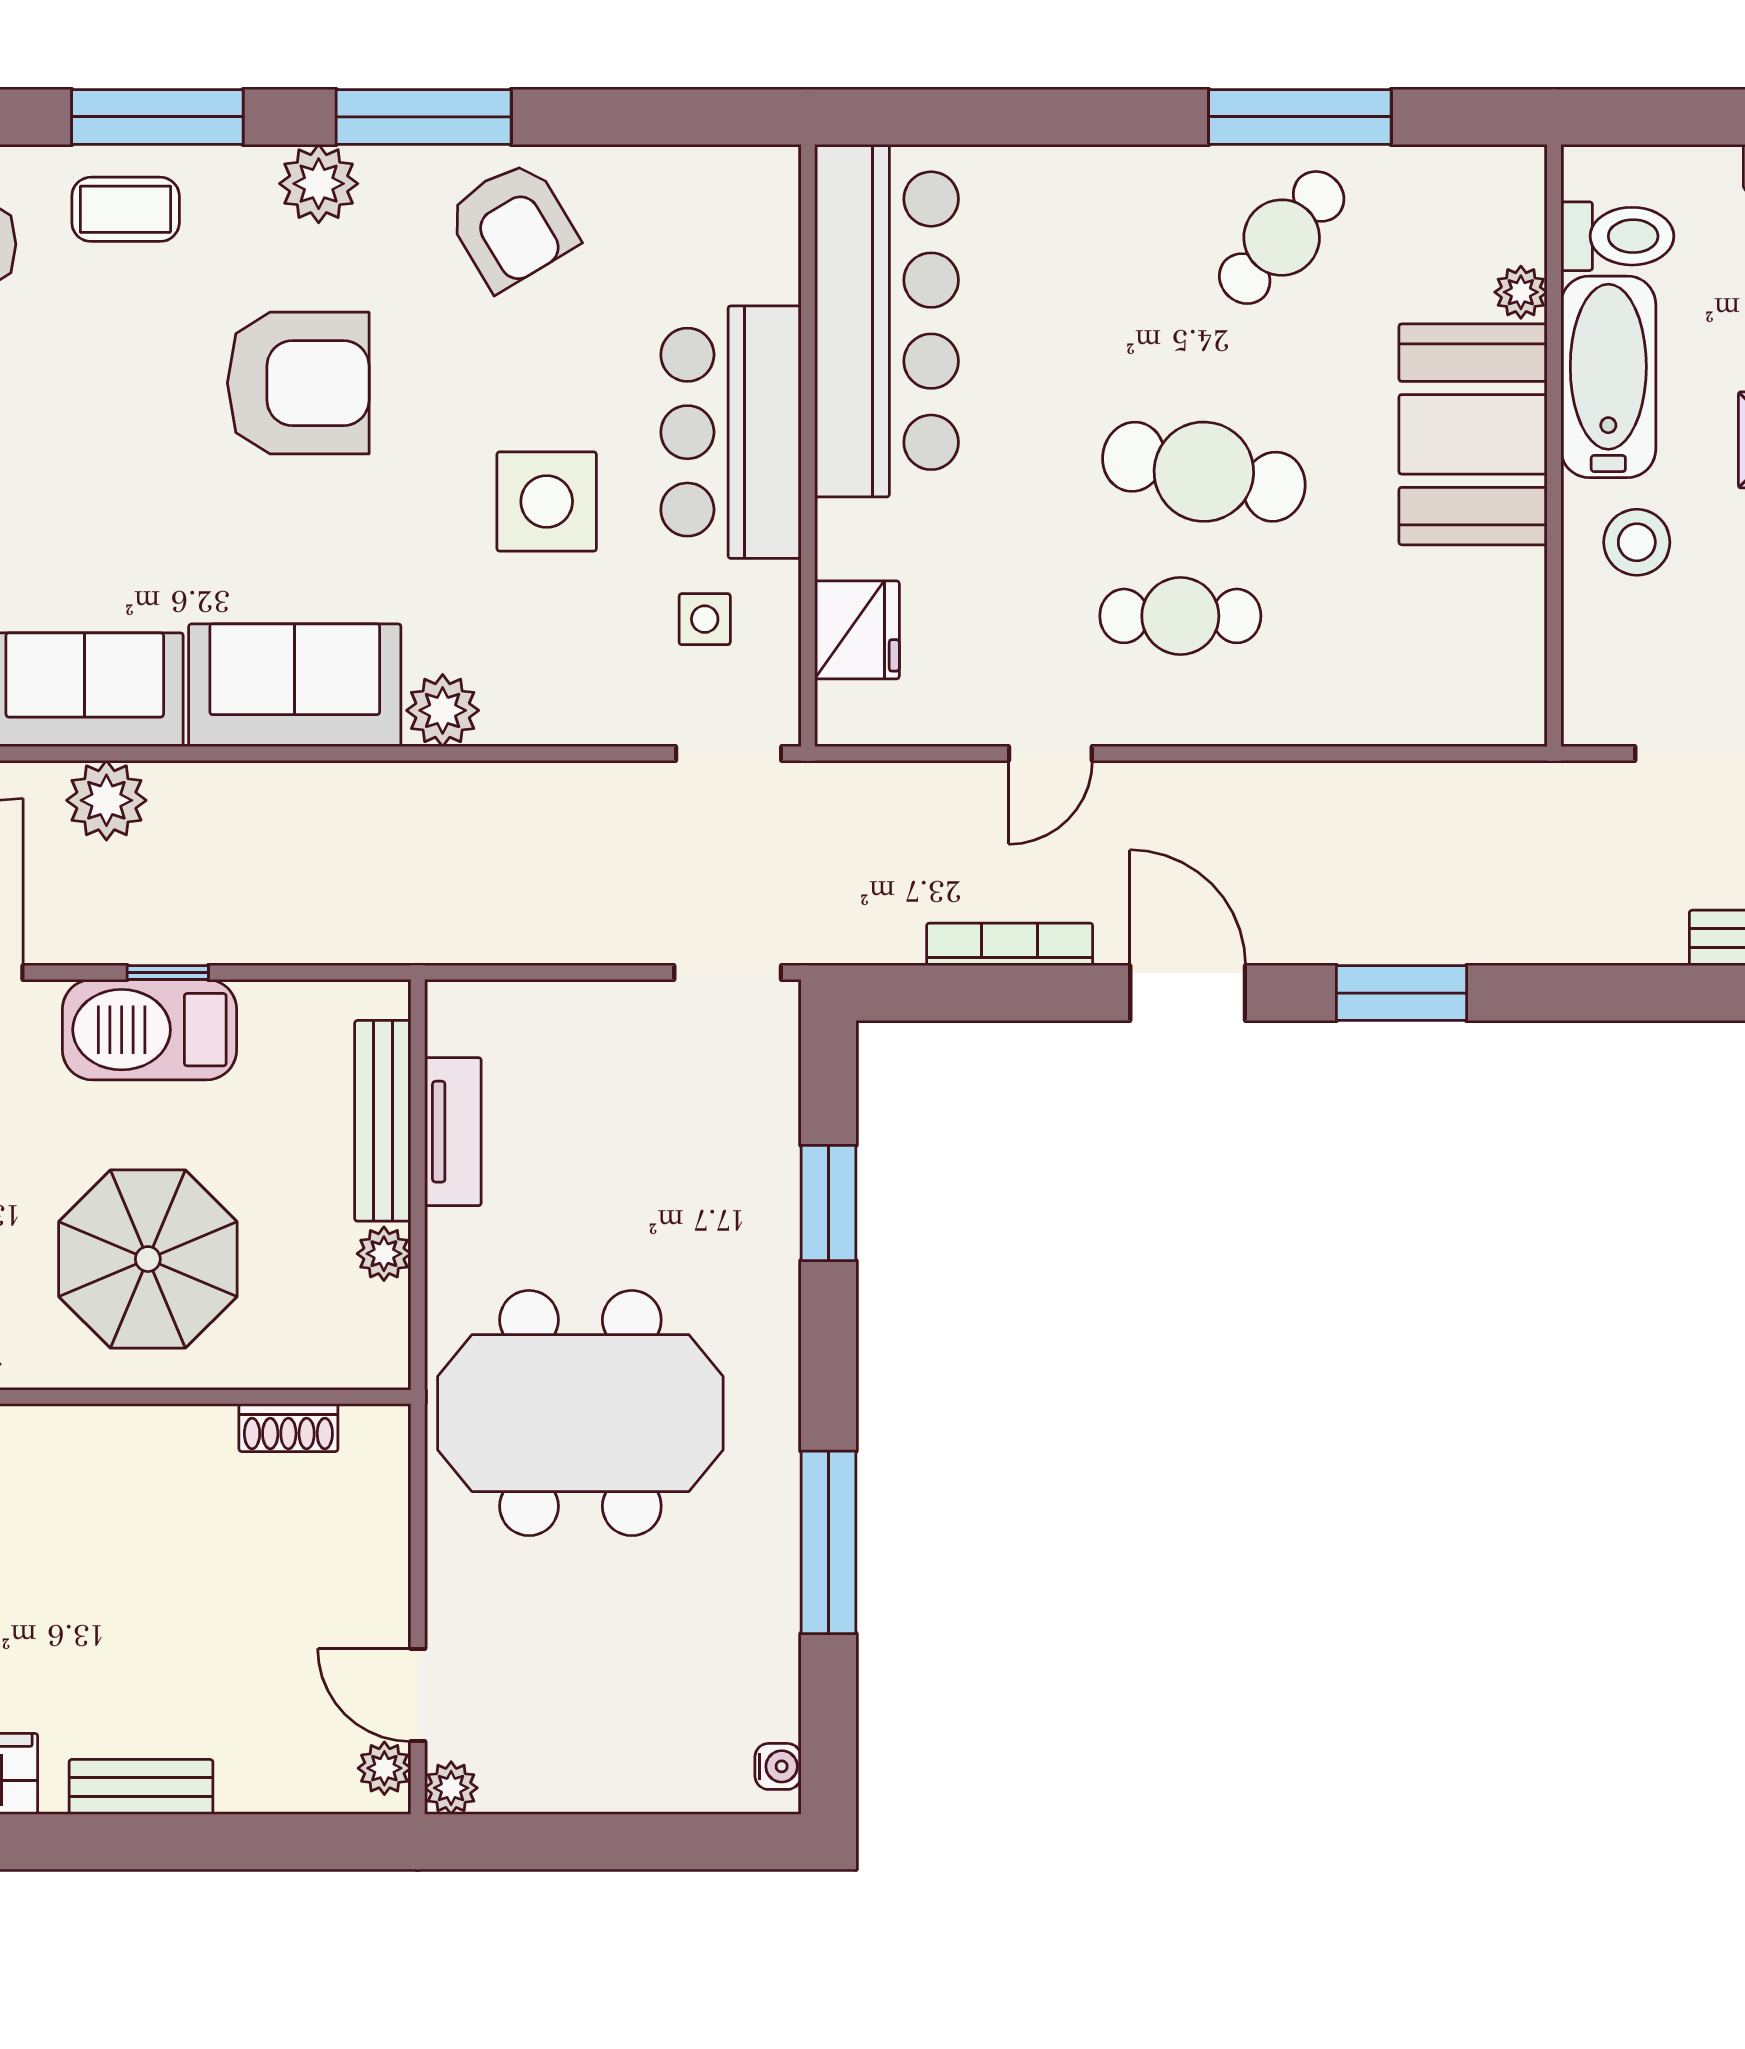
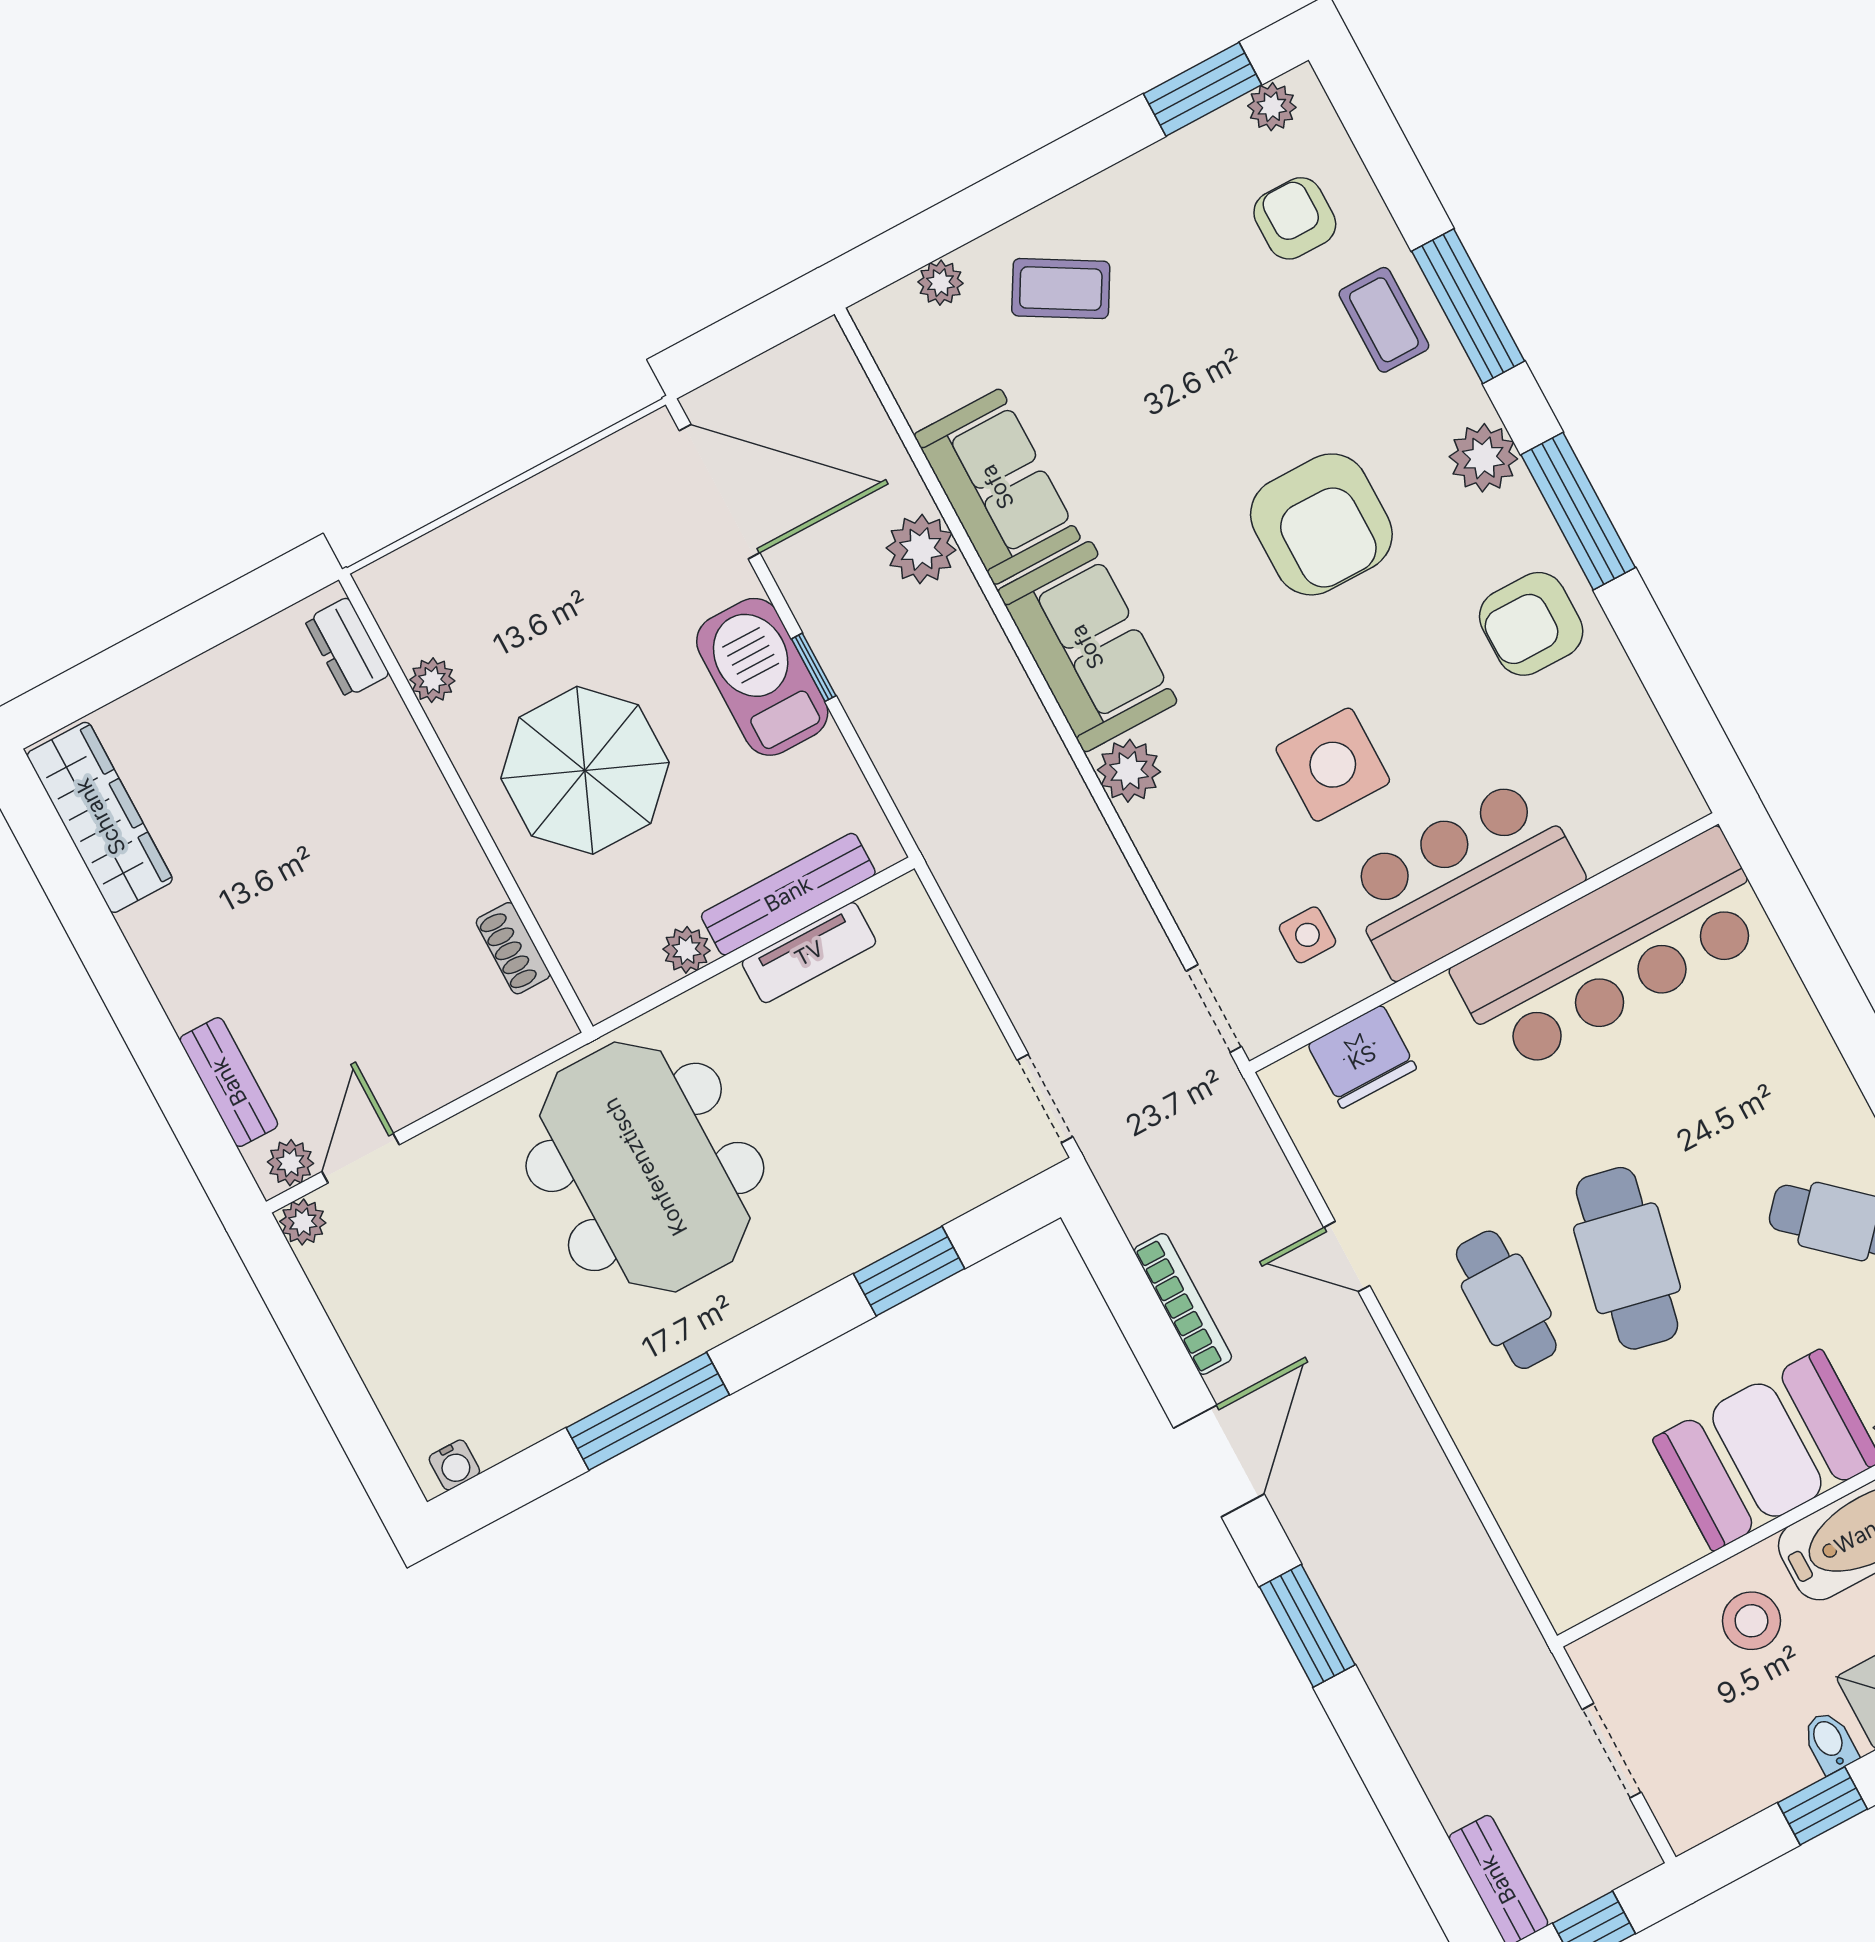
armchair: (512, 225) -> (1531, 624), turned 31
bench: (141, 1787) -> (229, 1082), moved

